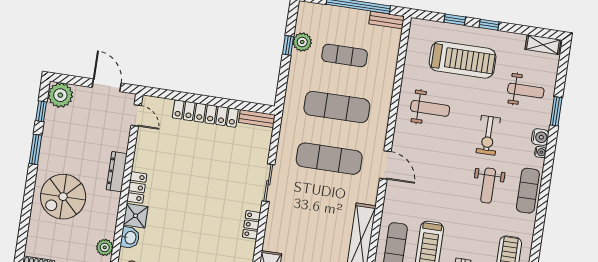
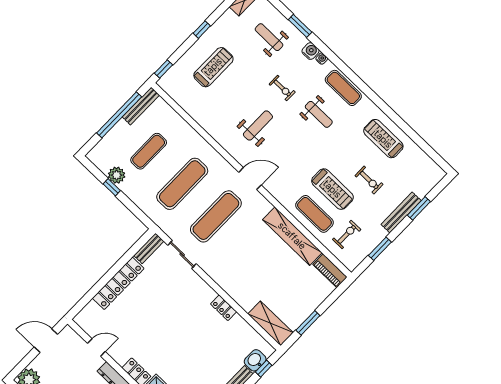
bench: (387, 20) -> (141, 106), width x1.36
window: (455, 20) -> (163, 69), moved
treadmill: (463, 60) -> (213, 67), width x0.73, depth x0.73
weight bench: (526, 91) -> (269, 37), turned -90
weight bench: (430, 108) -> (258, 126), moved
door: (136, 115) -> (96, 347), moved
exercise bike: (488, 135) -> (282, 88), width x0.73, depth x0.72
sliding door: (268, 183) -> (182, 254), moved

